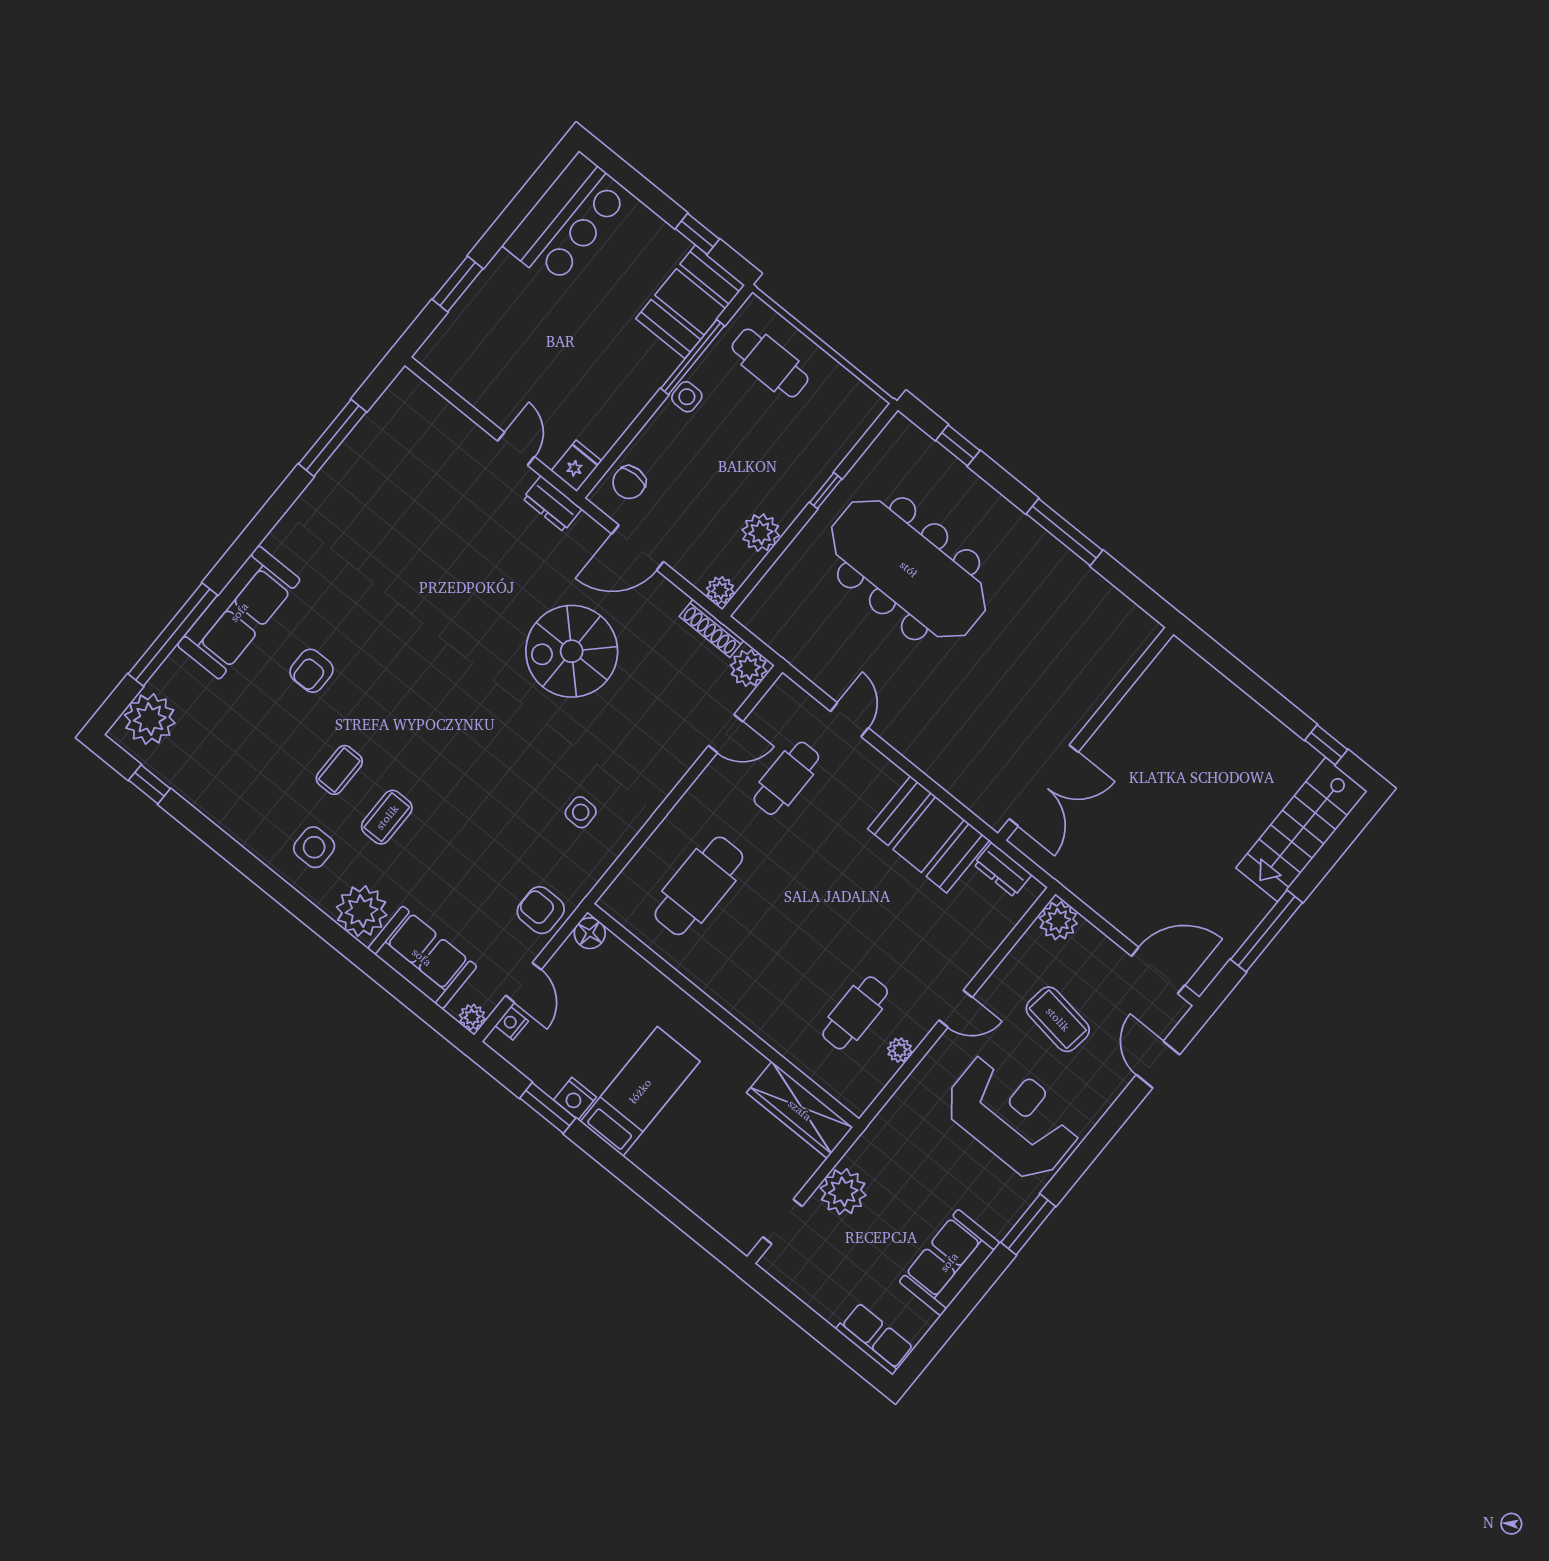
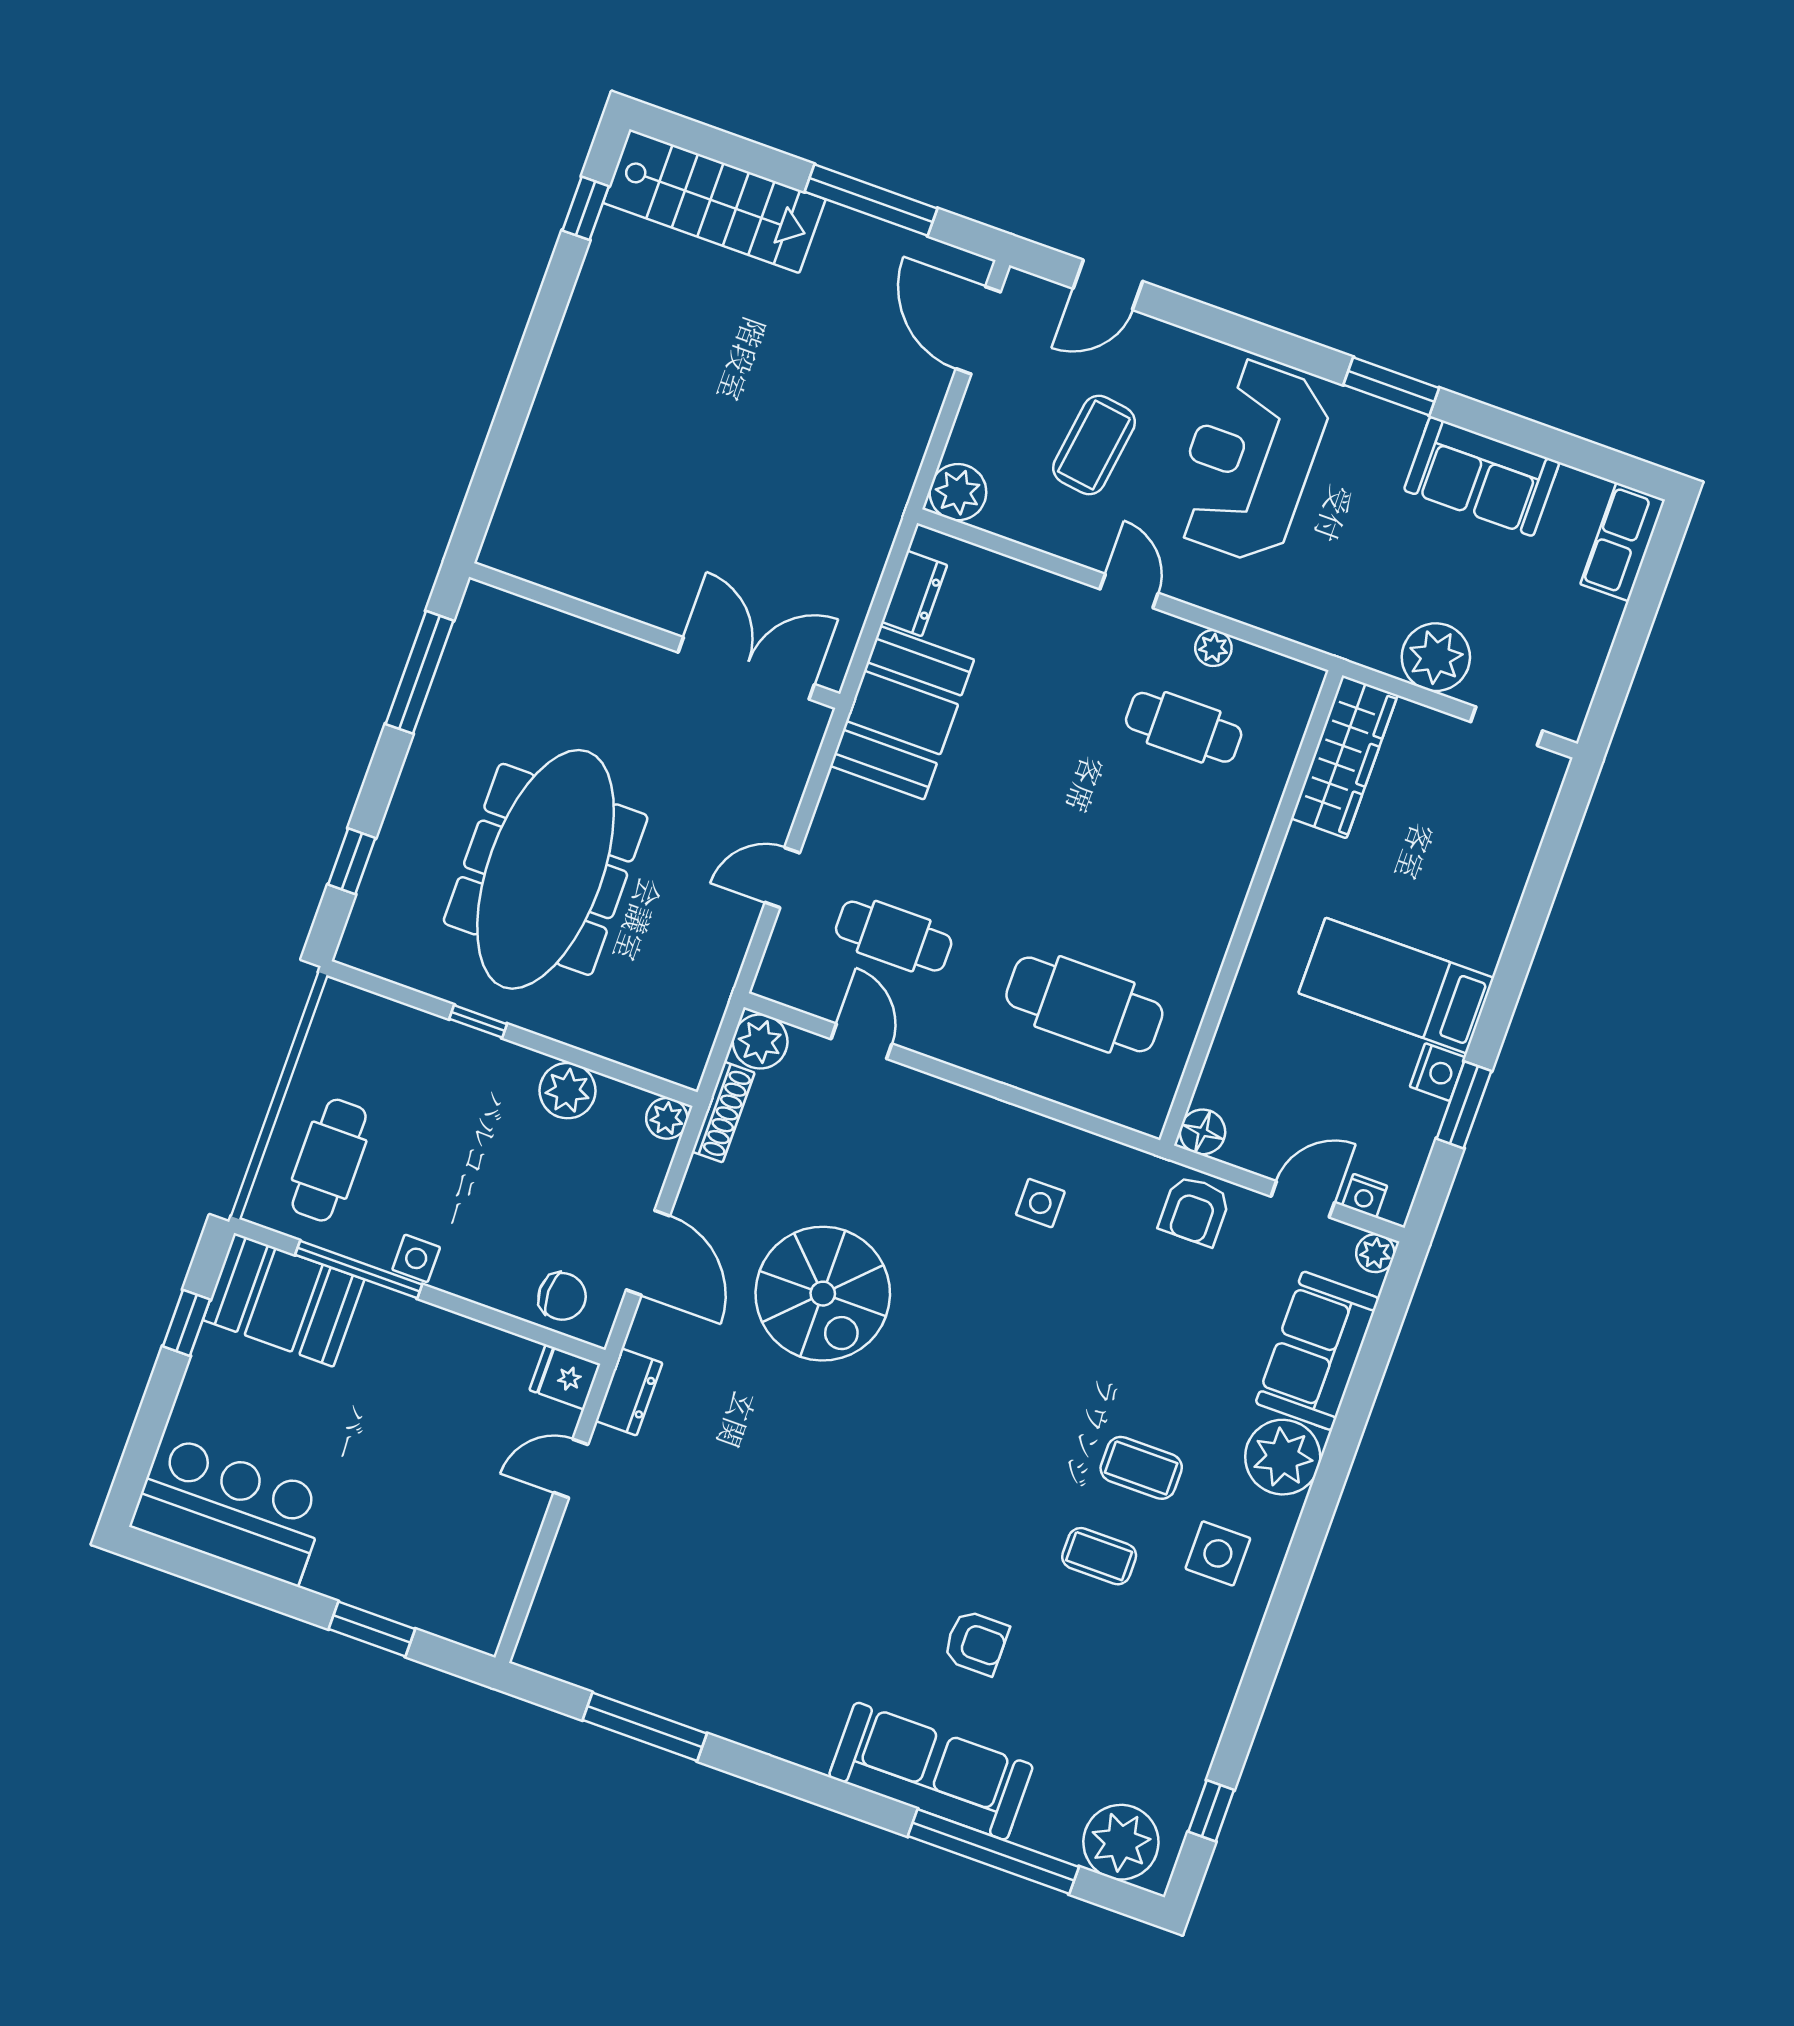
wall: (1086, 734) -> (655, 636), moved
double door: (1044, 785) -> (746, 668), moved

